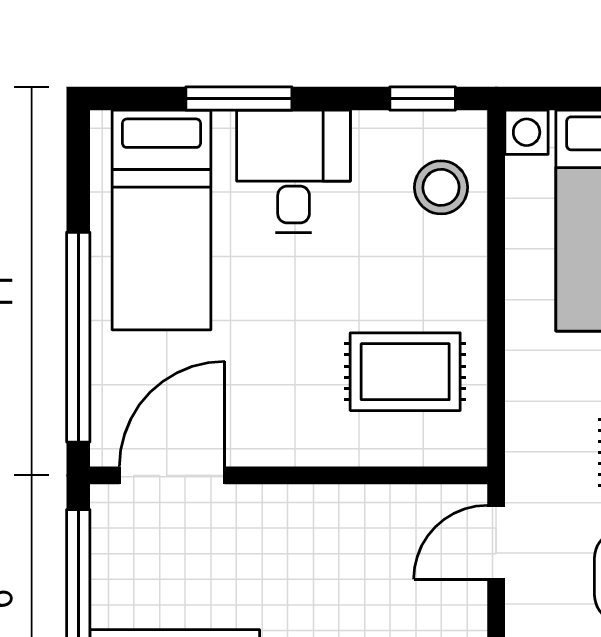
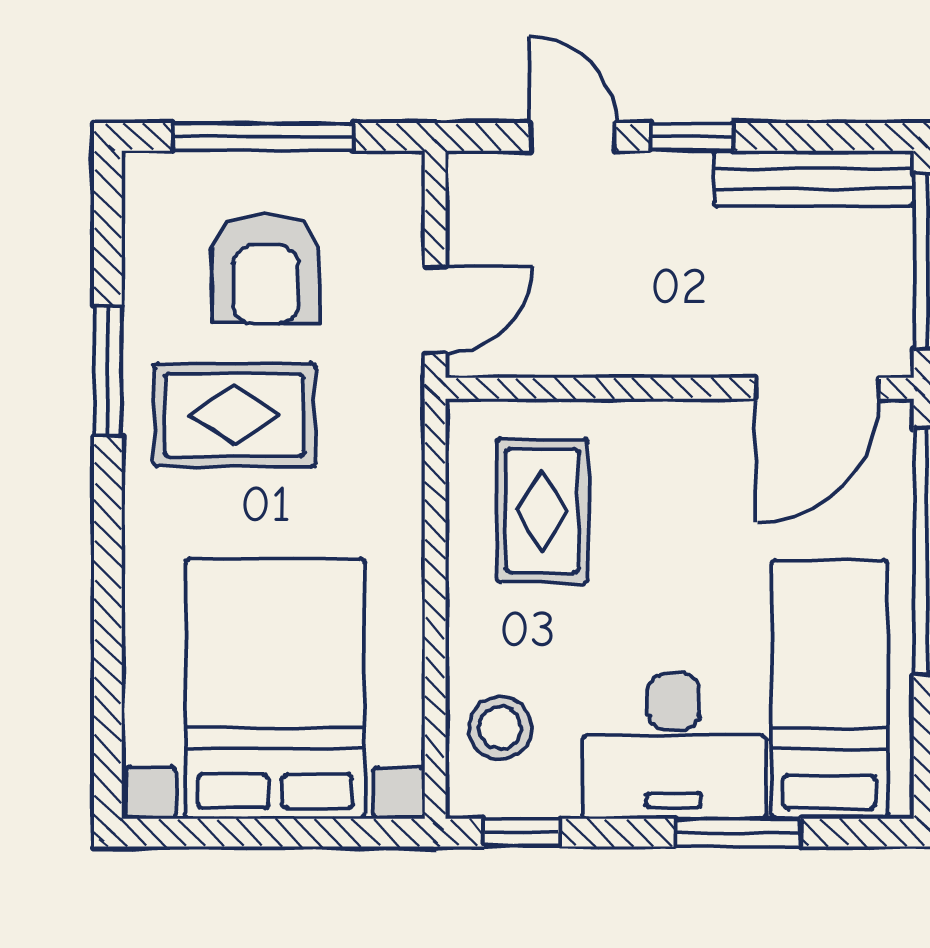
desk: (294, 171) -> (674, 747), width x1.37
rug: (405, 372) -> (542, 511), turned 90

